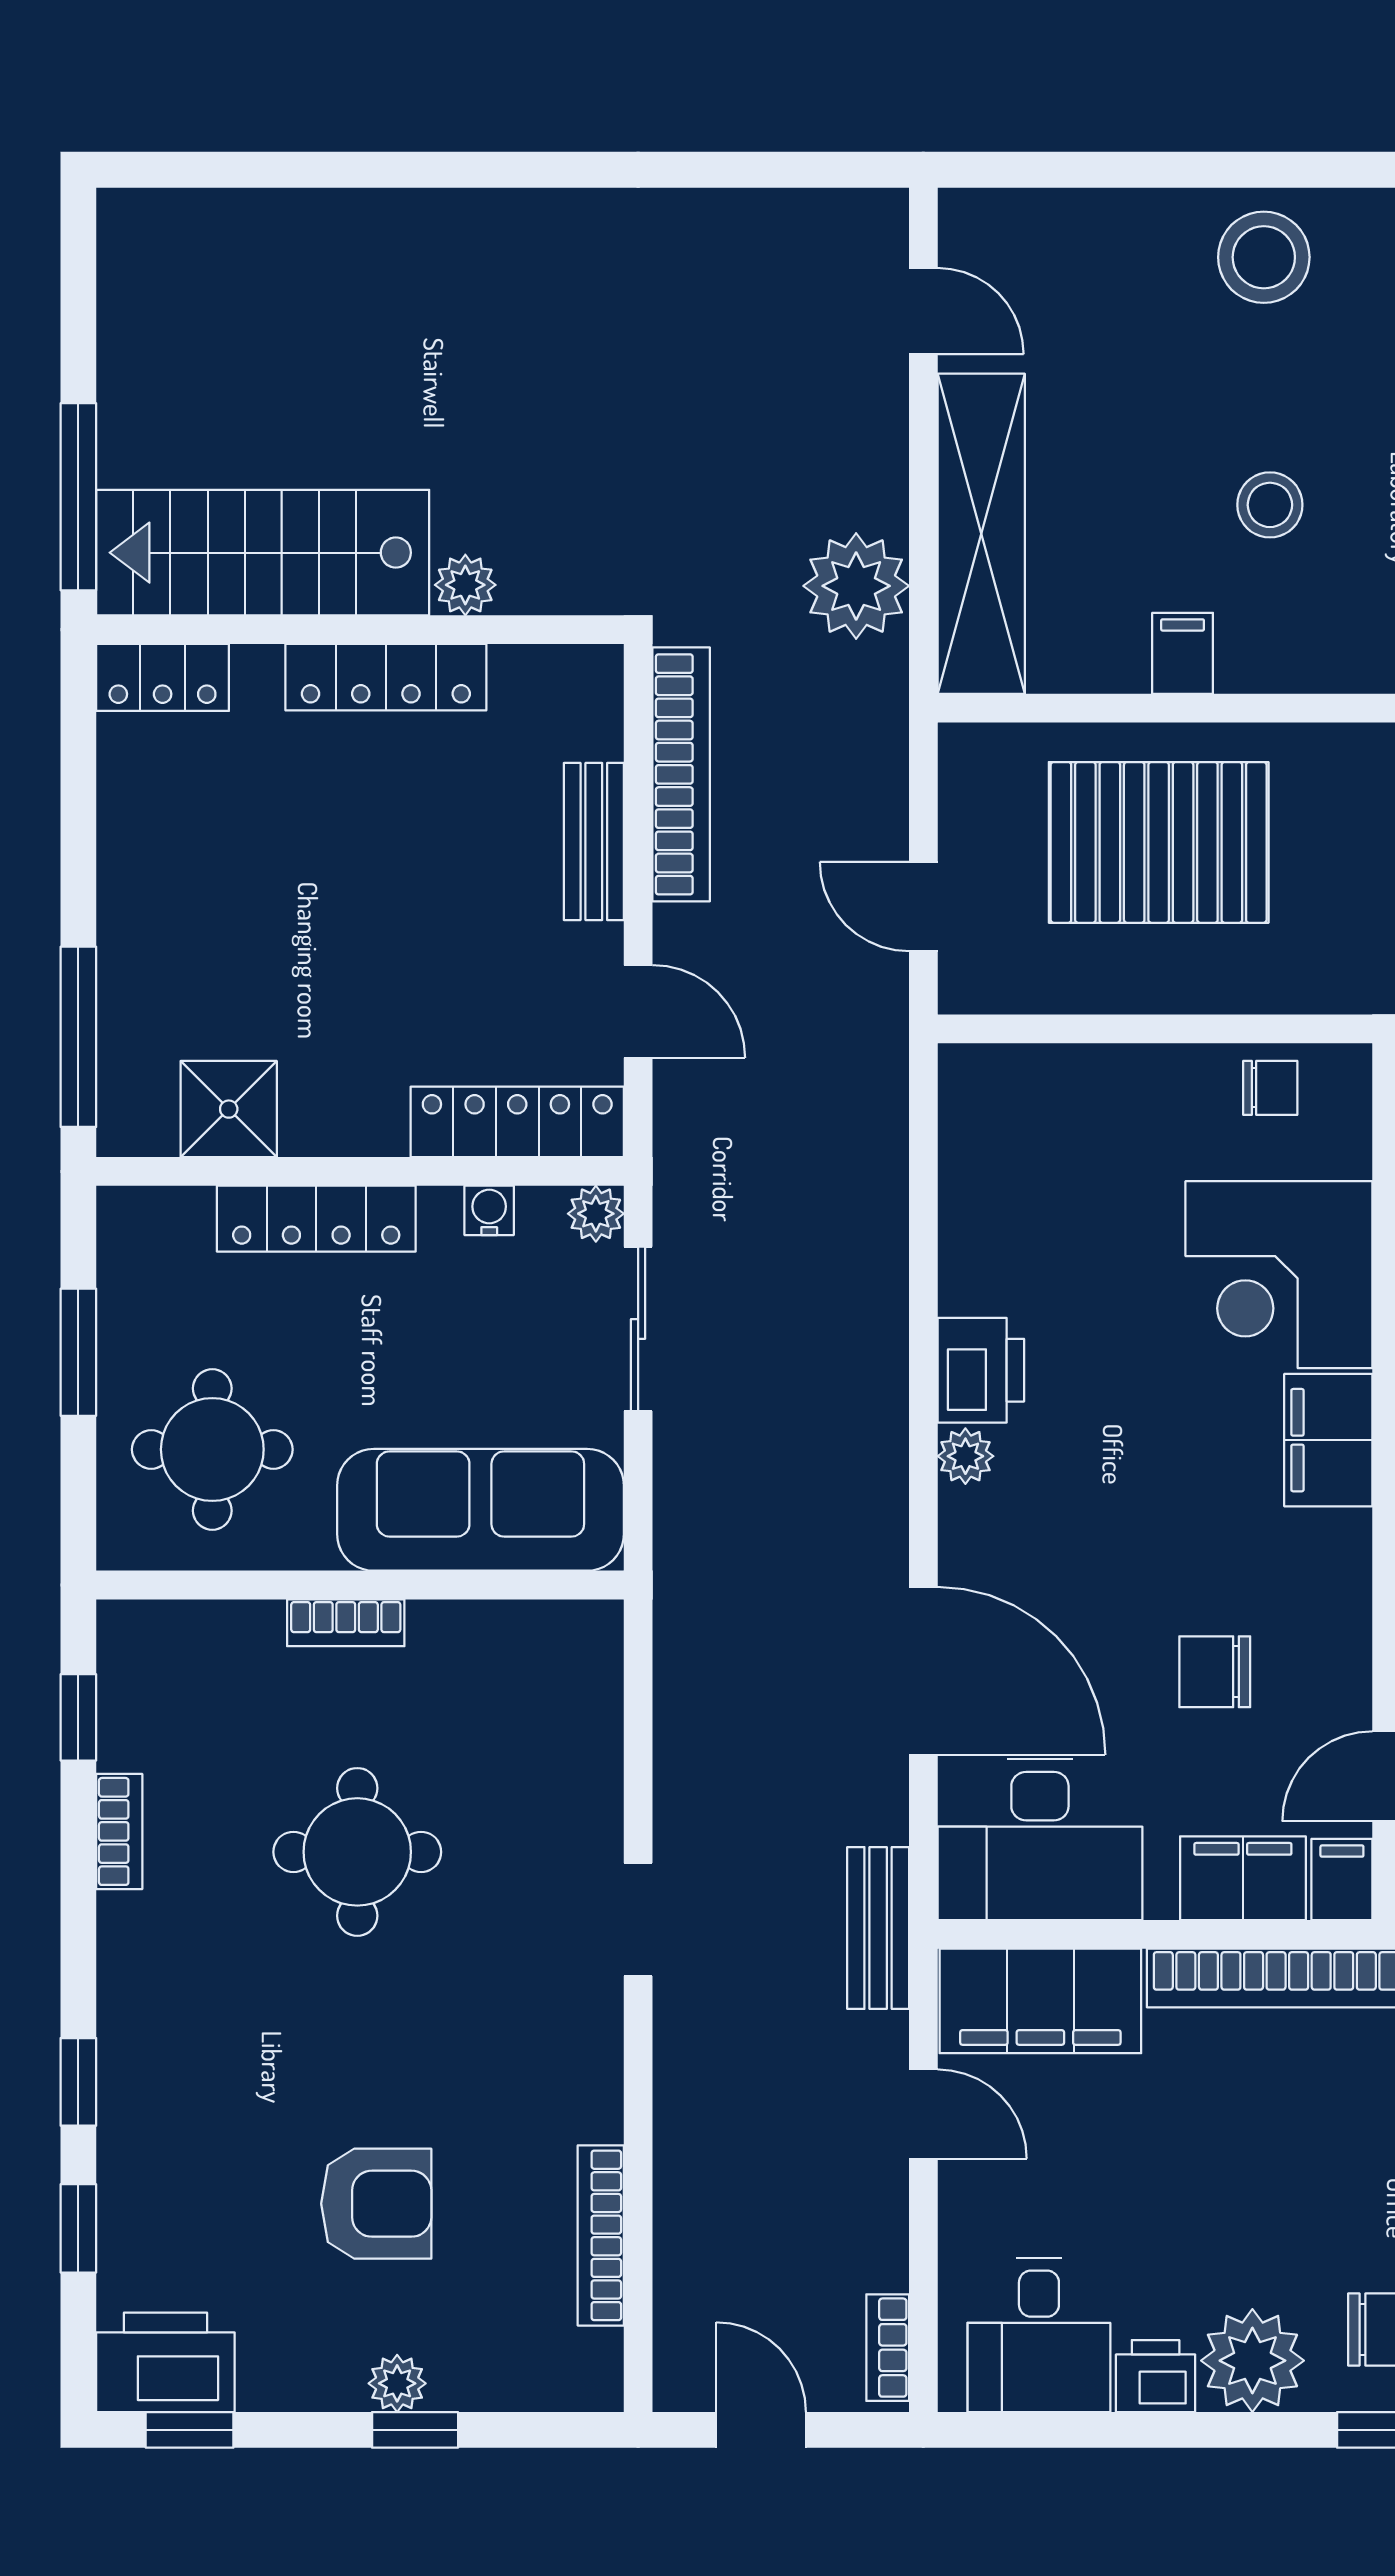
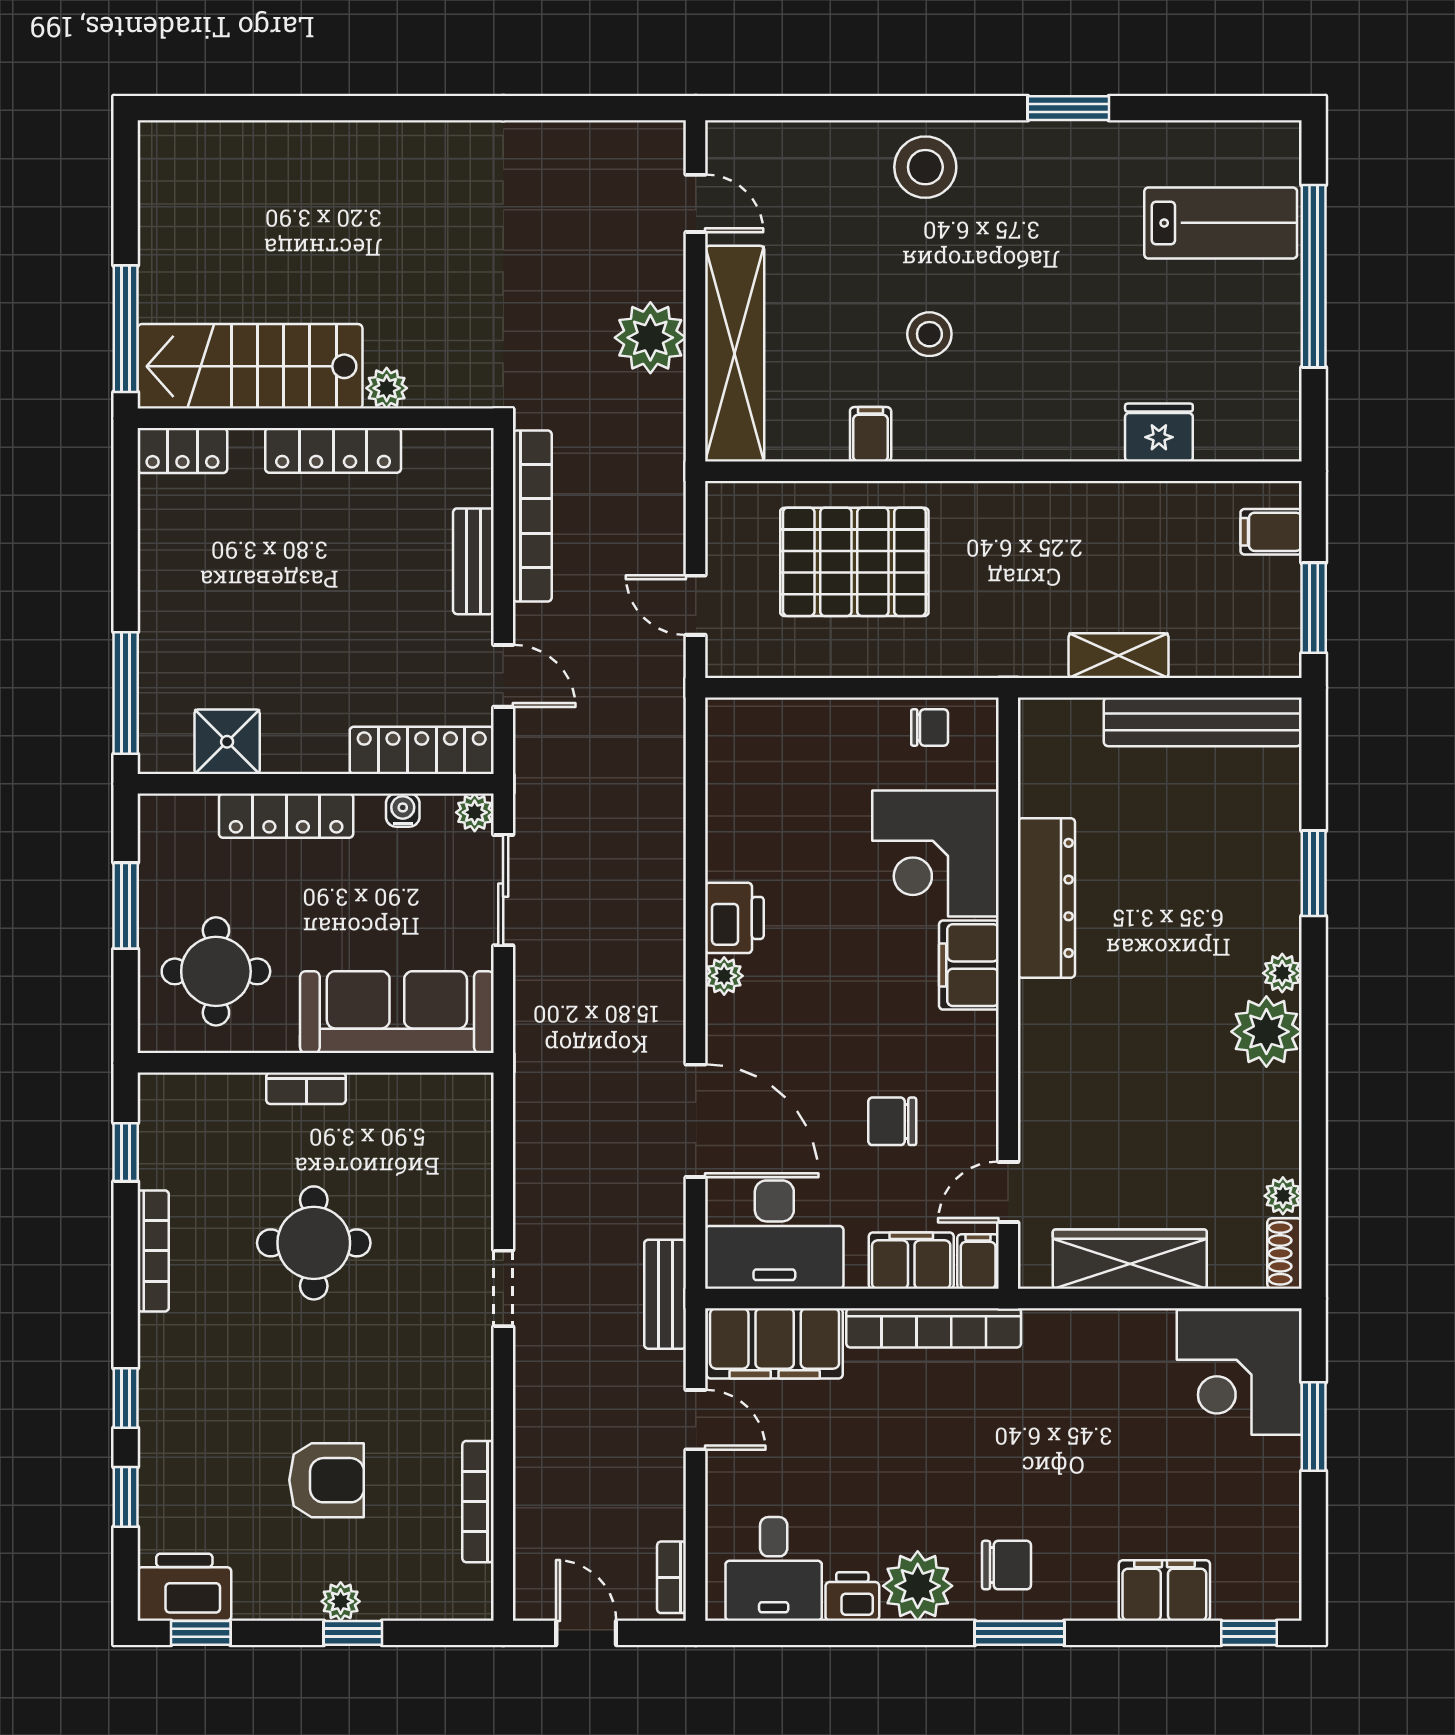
plant: (856, 586) -> (650, 338), moved
bookcase: (119, 1831) -> (153, 1251), width x1.56

